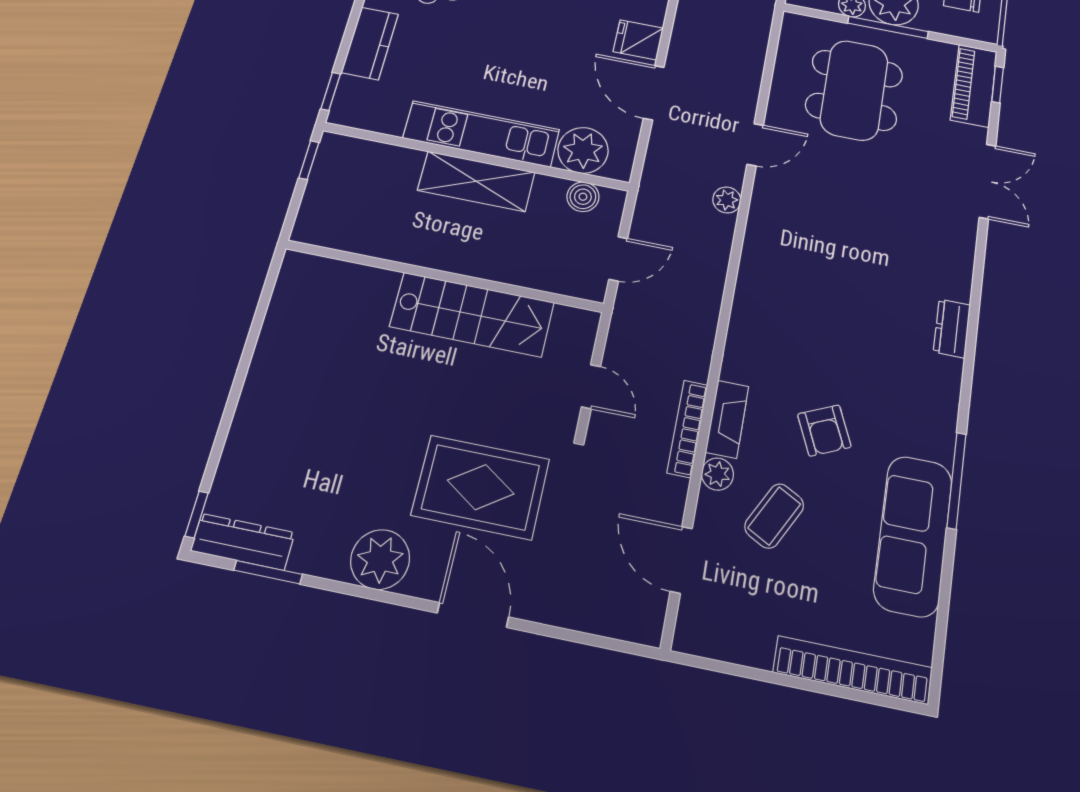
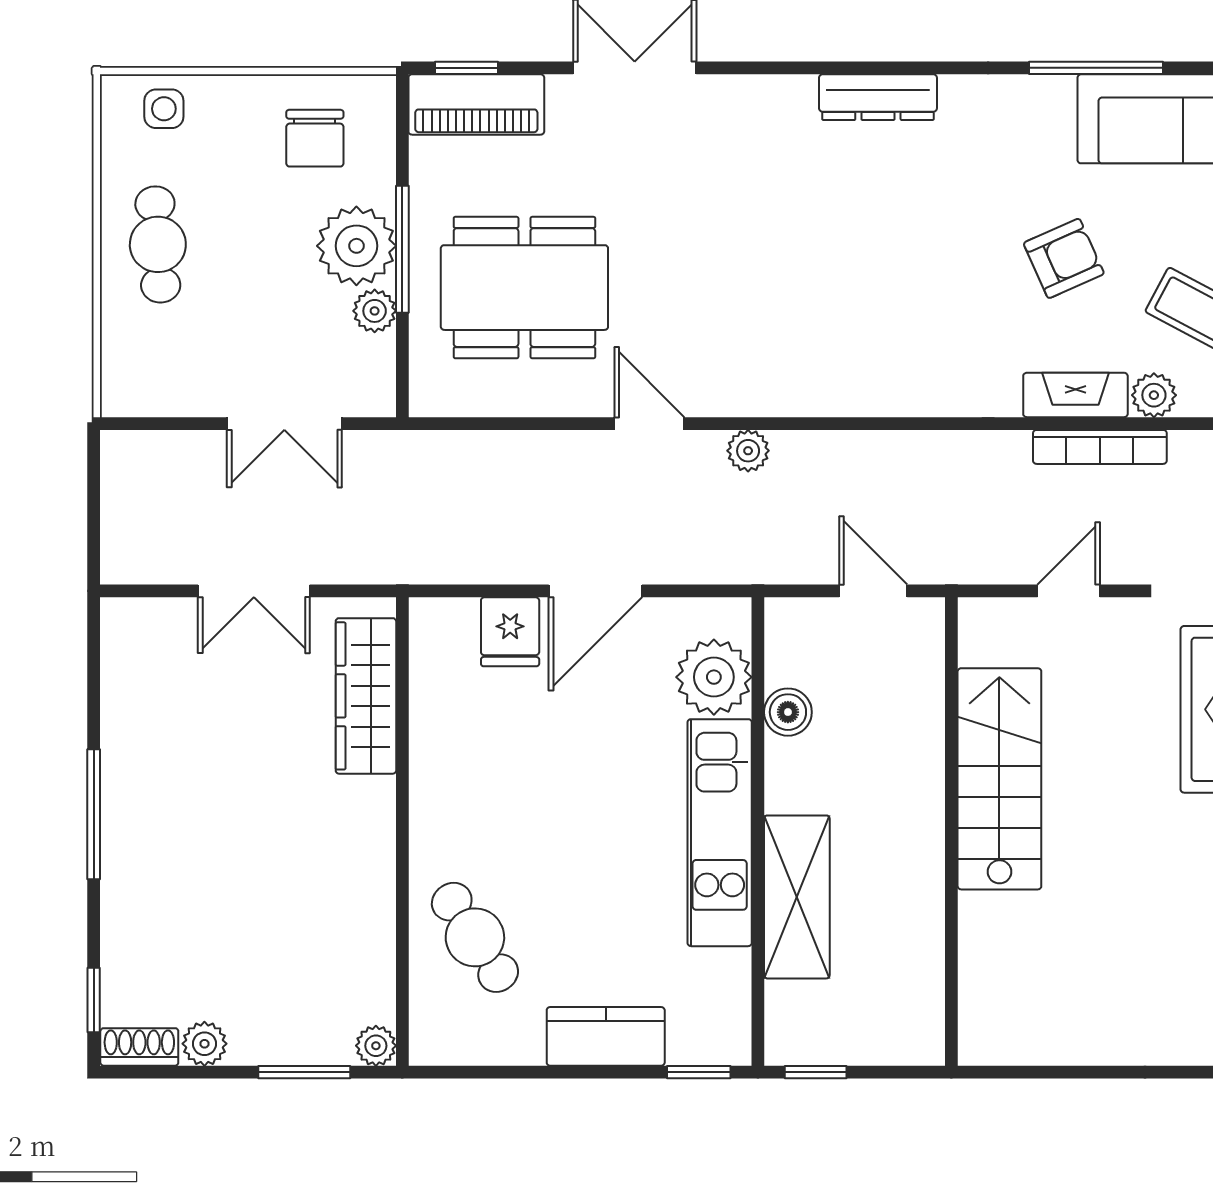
shelving: (476, 181) -> (797, 897), moved
boiler: (583, 197) -> (788, 712), moved
dresser: (952, 328) -> (878, 97), width x1.44

